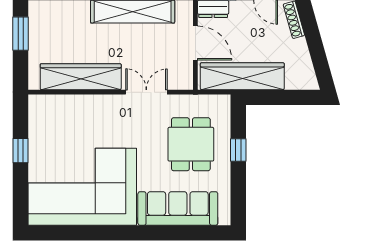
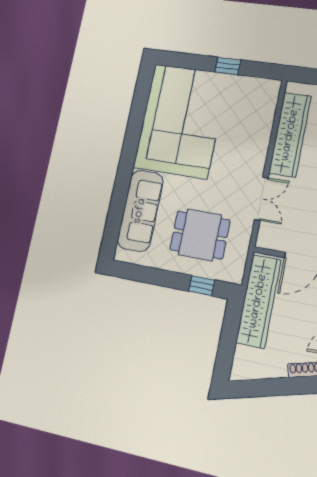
window: (238, 150) -> (202, 286), moved

